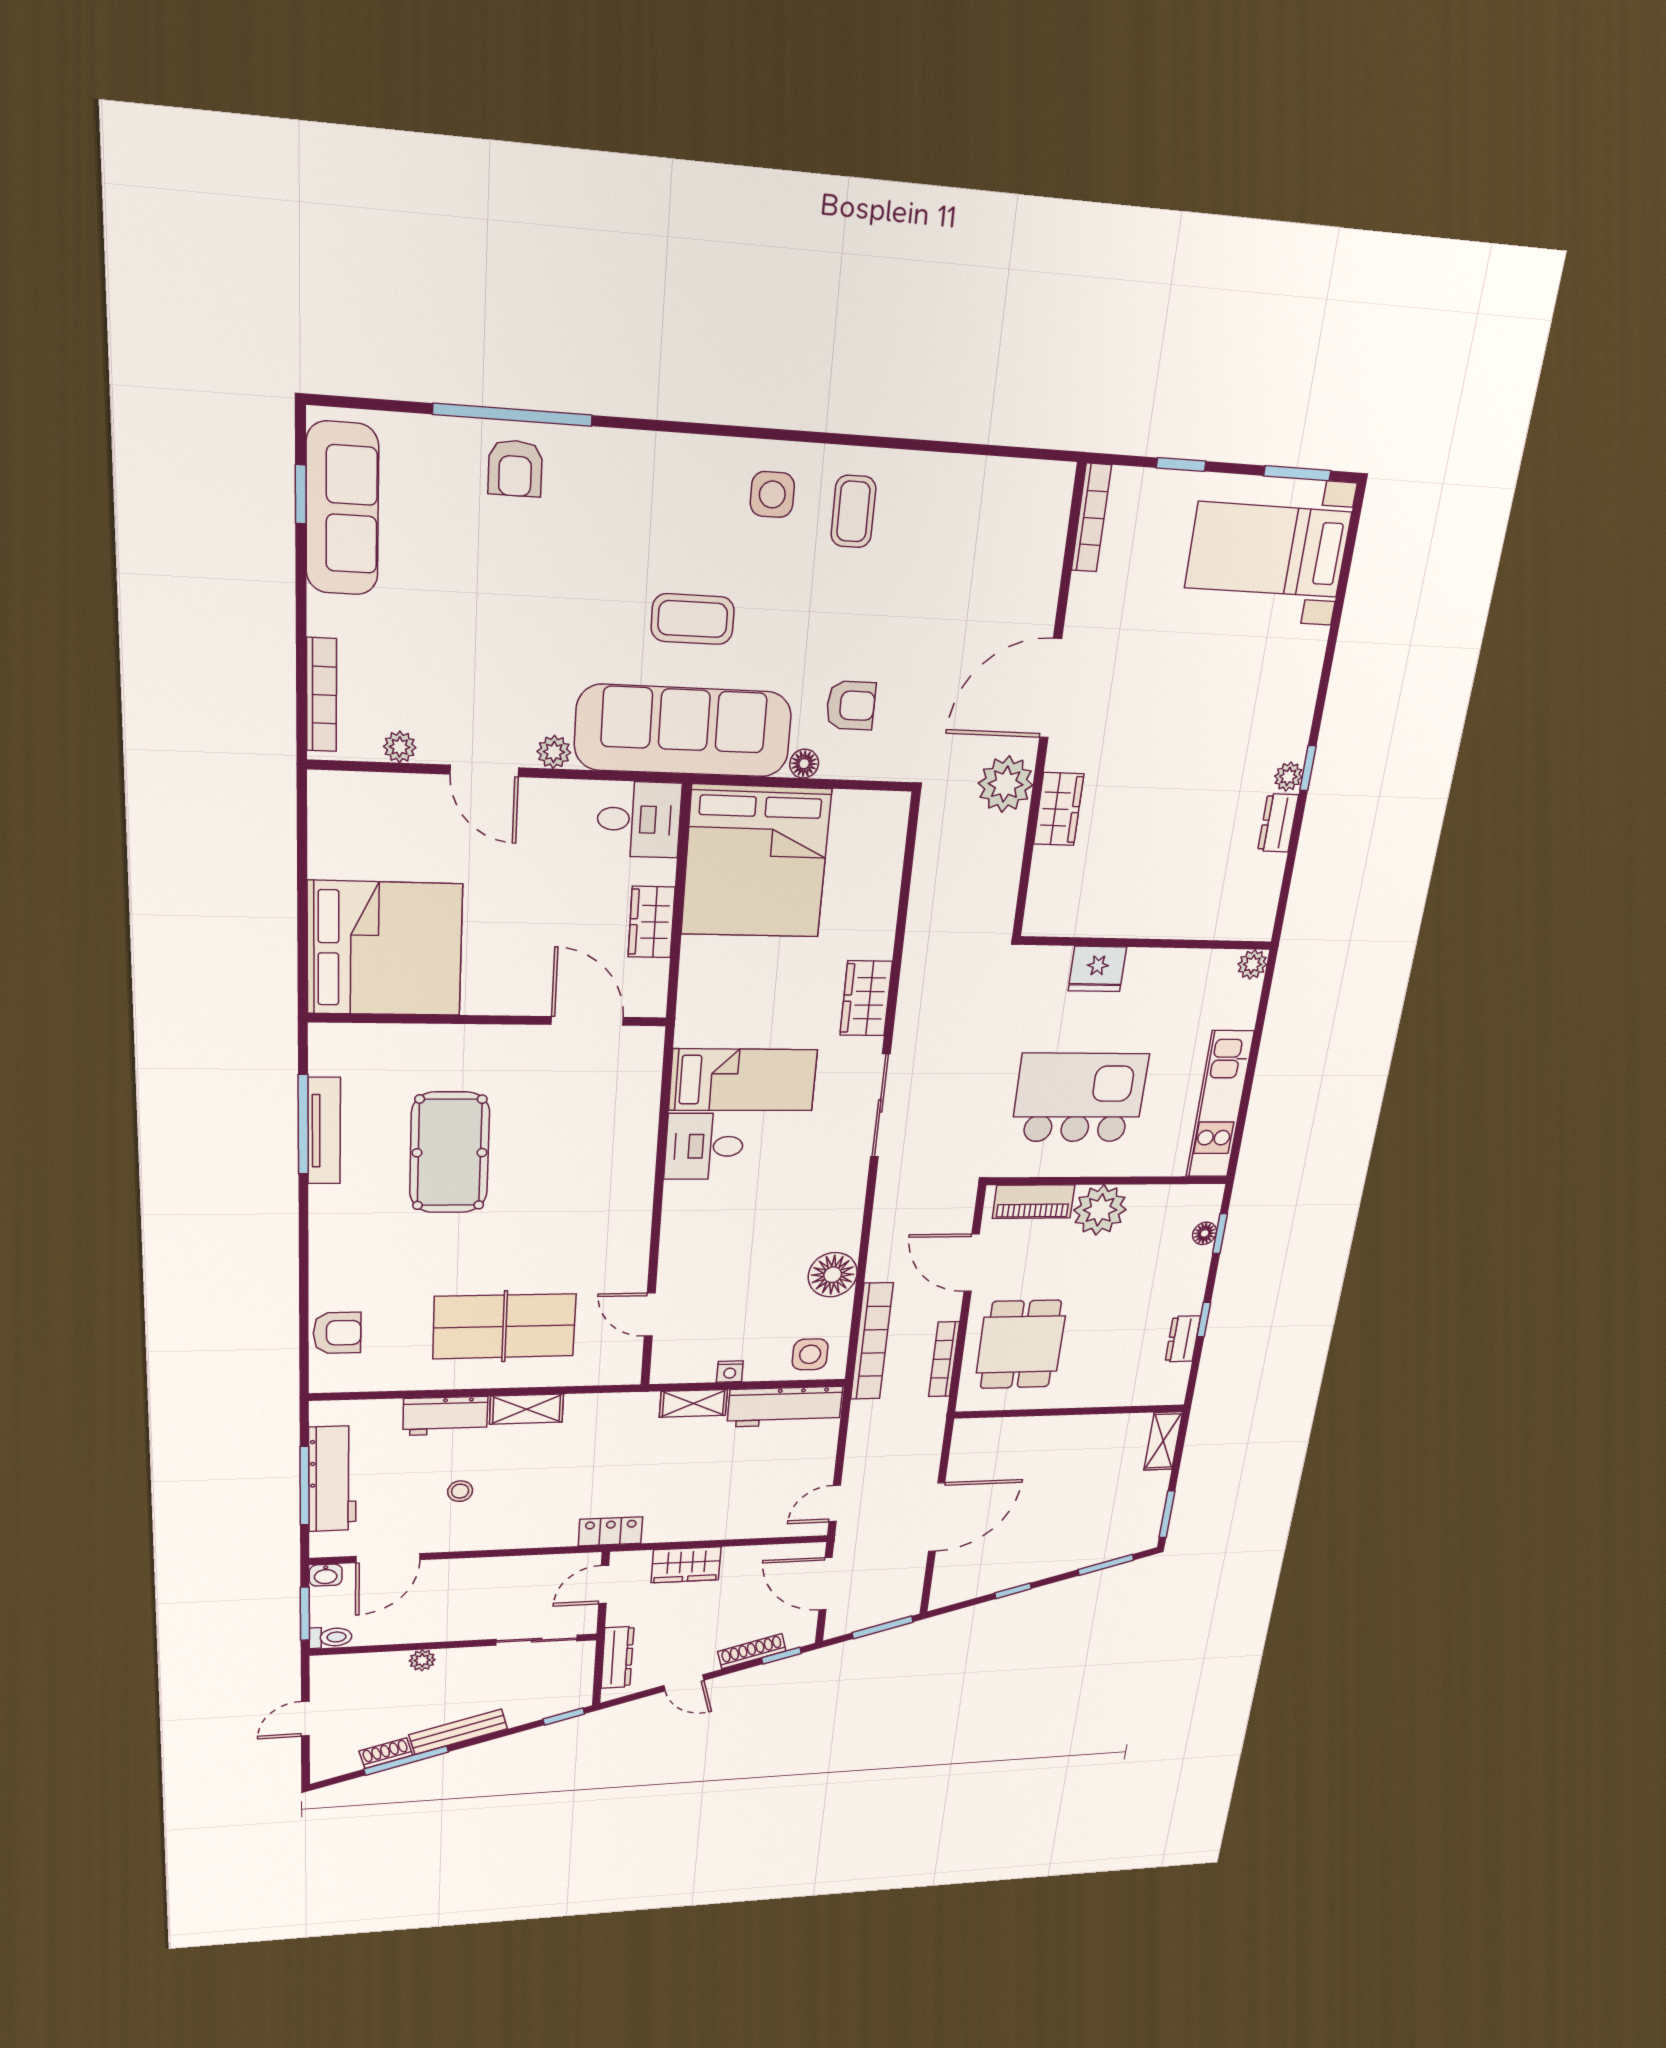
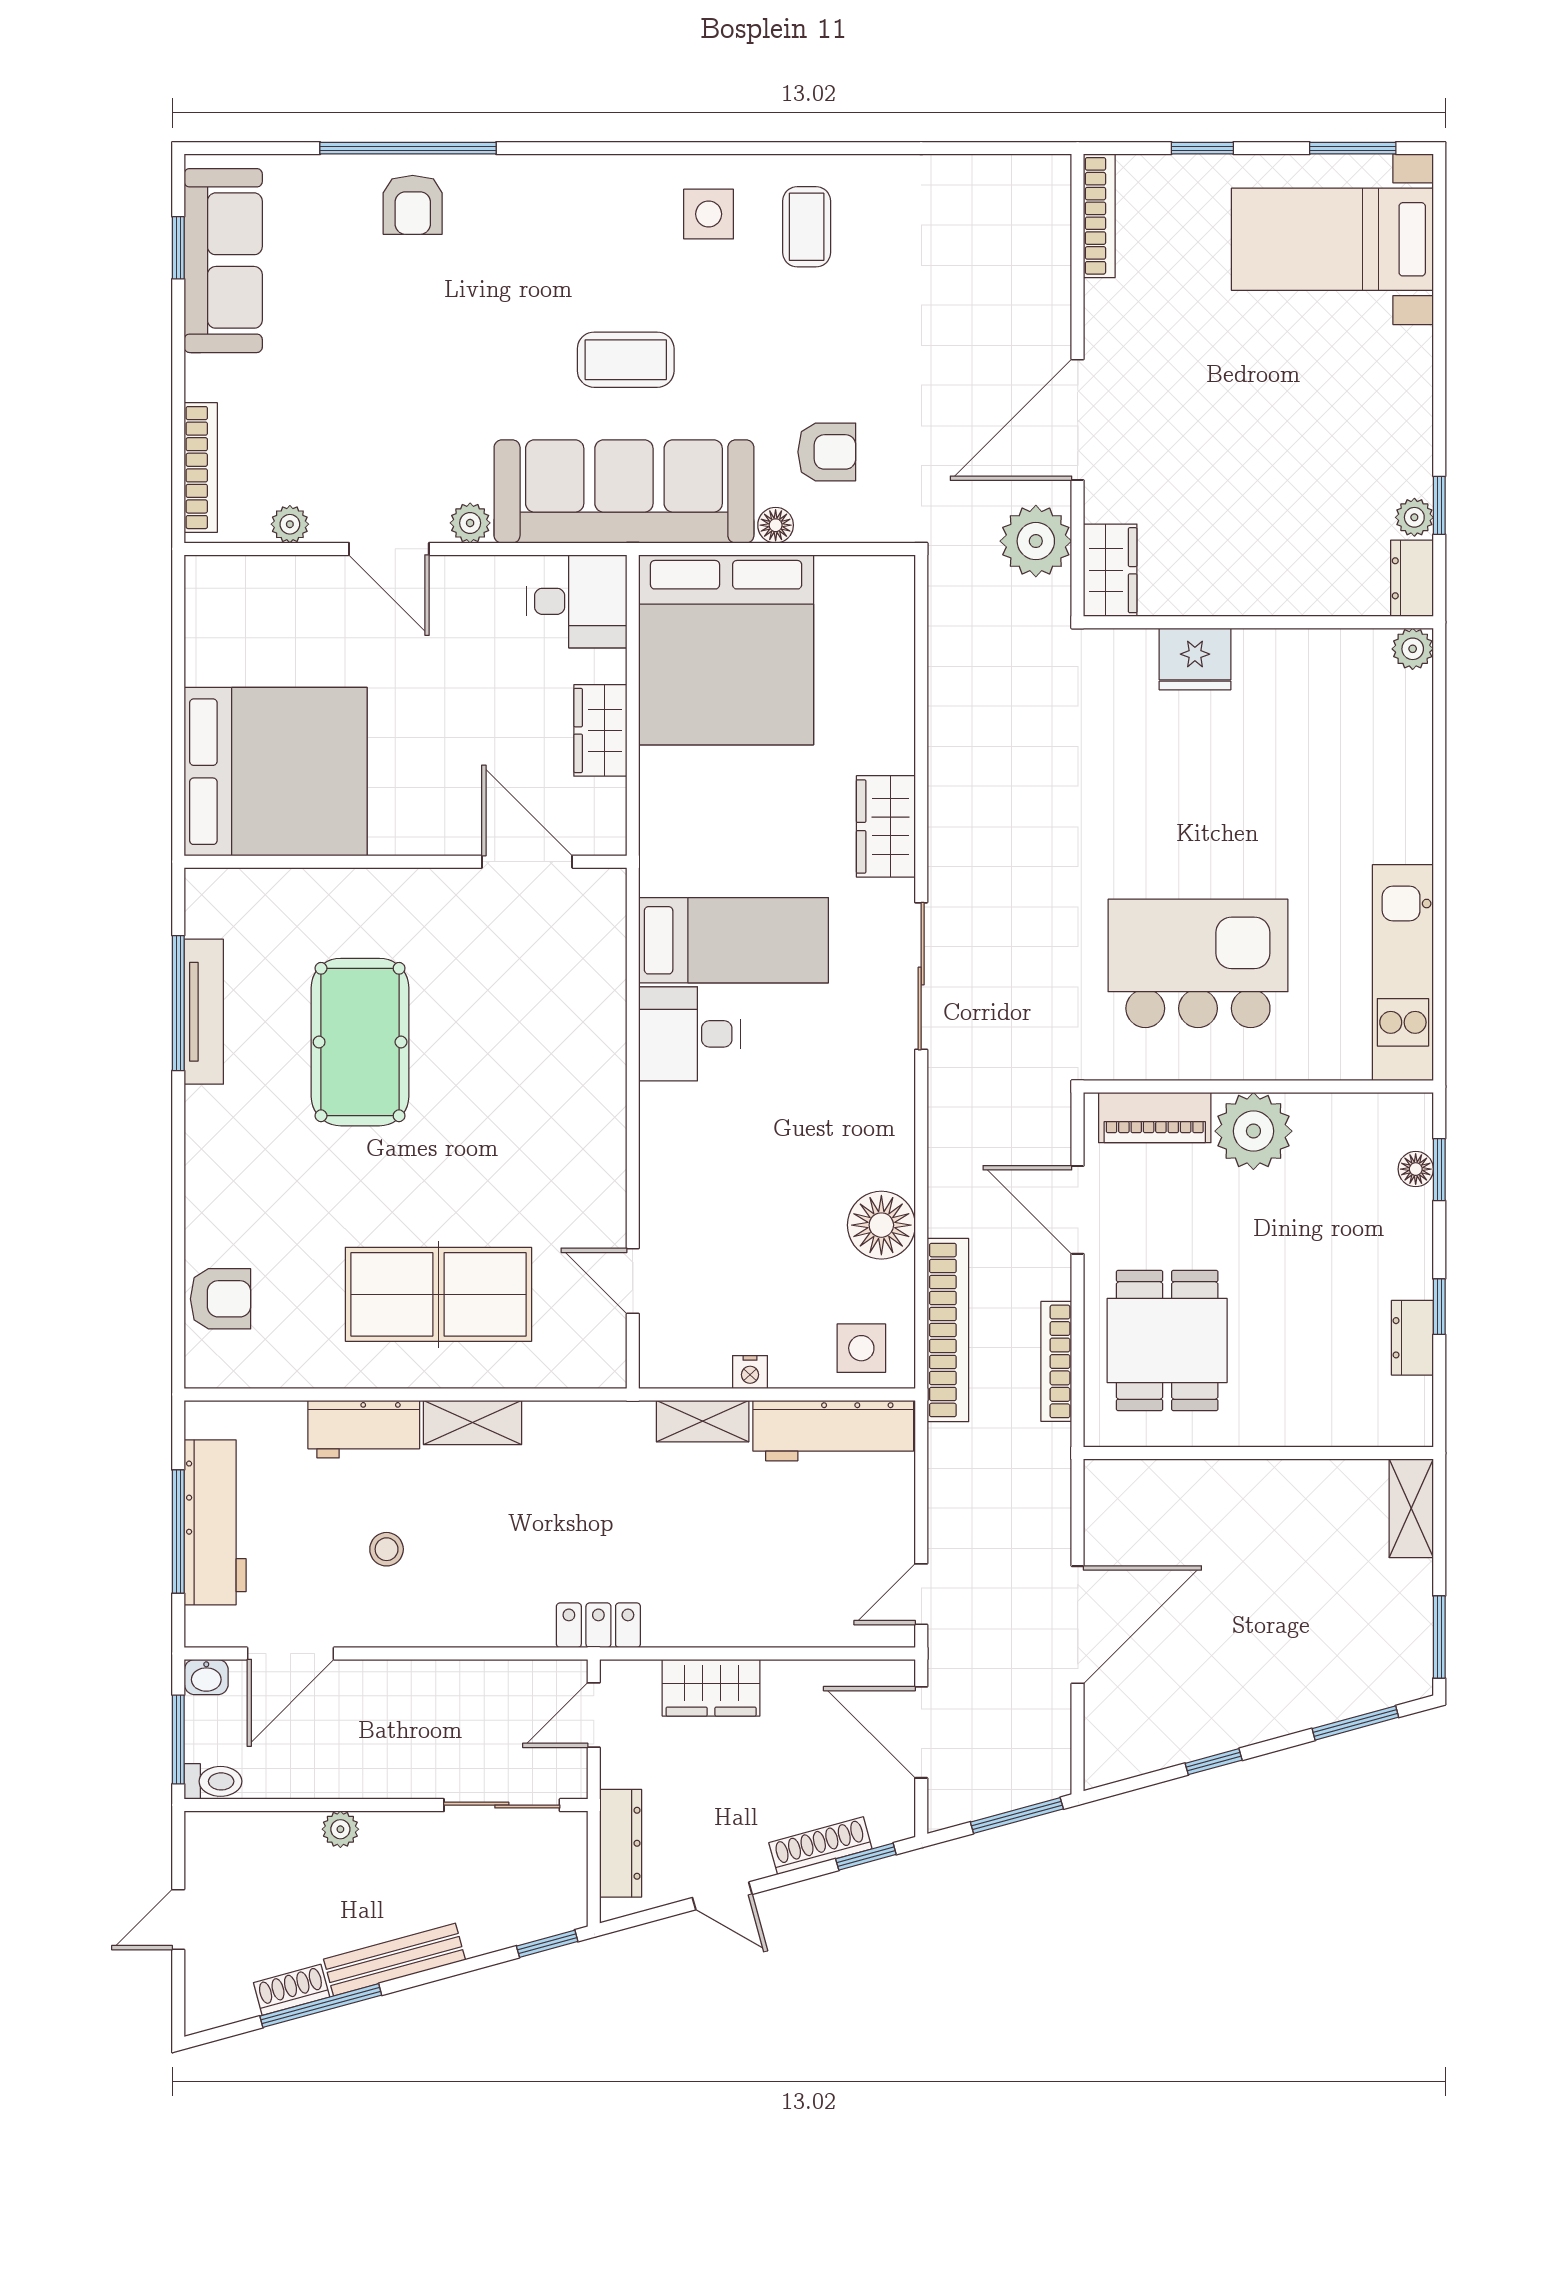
wall: (1147, 943) -> (1258, 622), moved
plant: (1252, 964) -> (1413, 649), moved
fridge: (1097, 969) -> (1195, 659), moved

